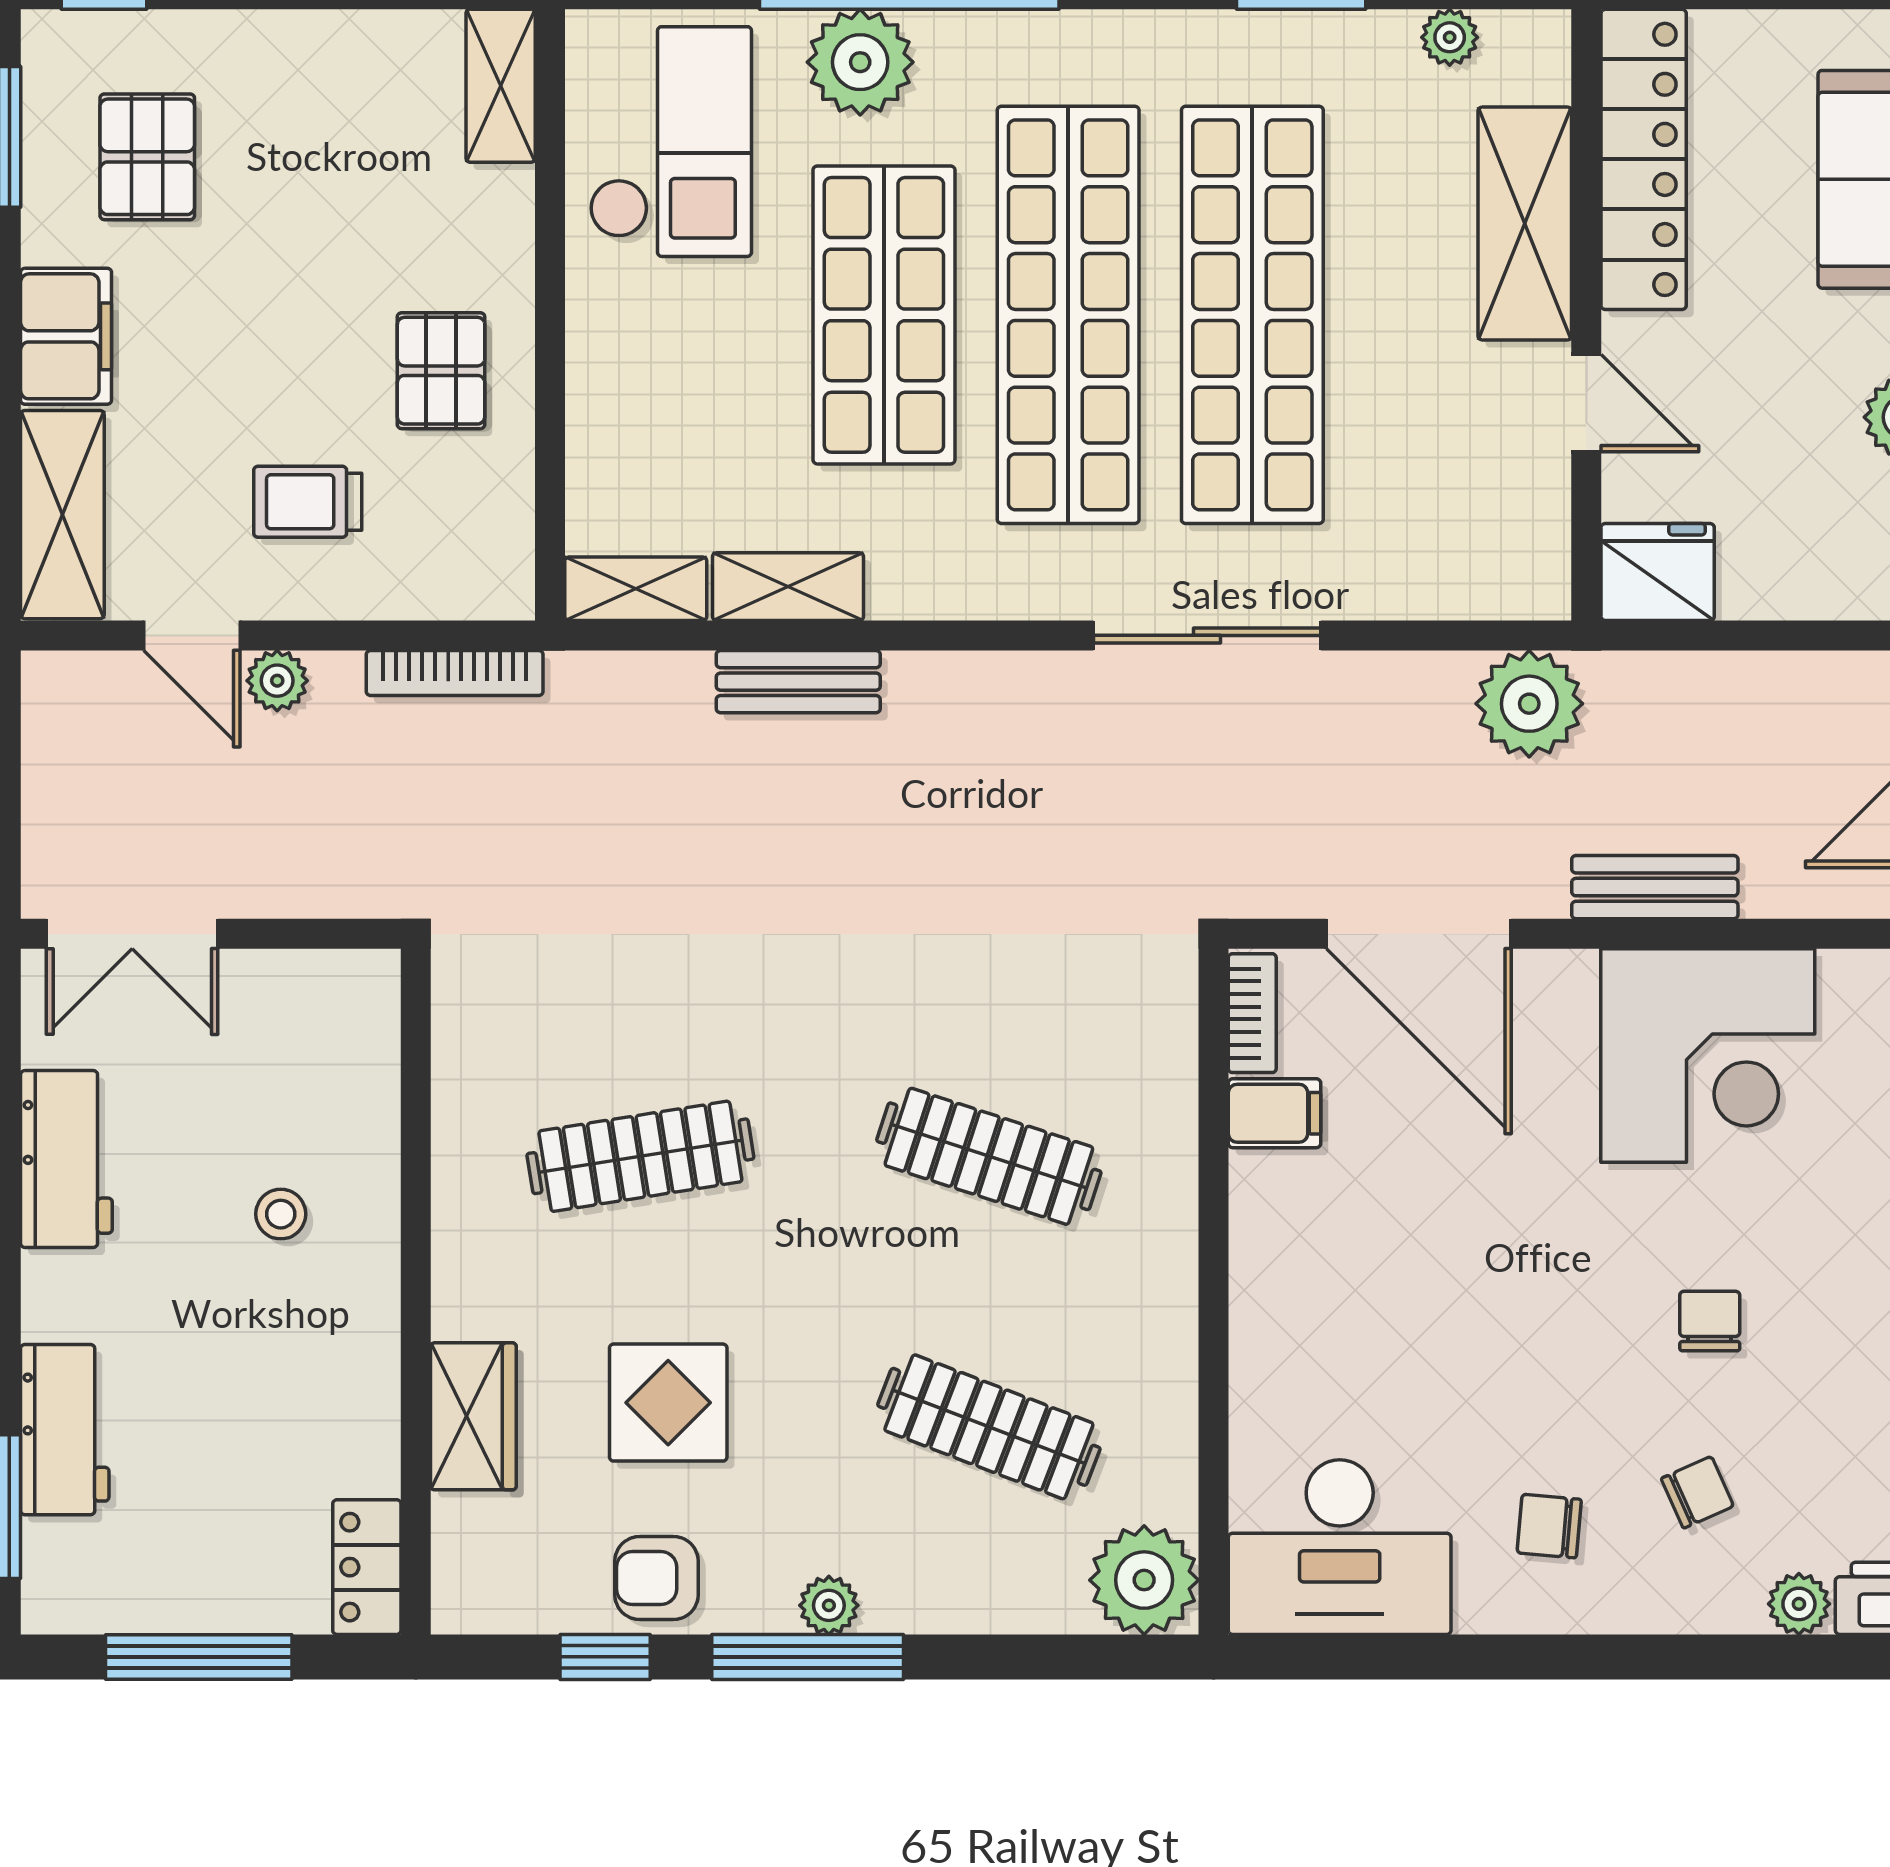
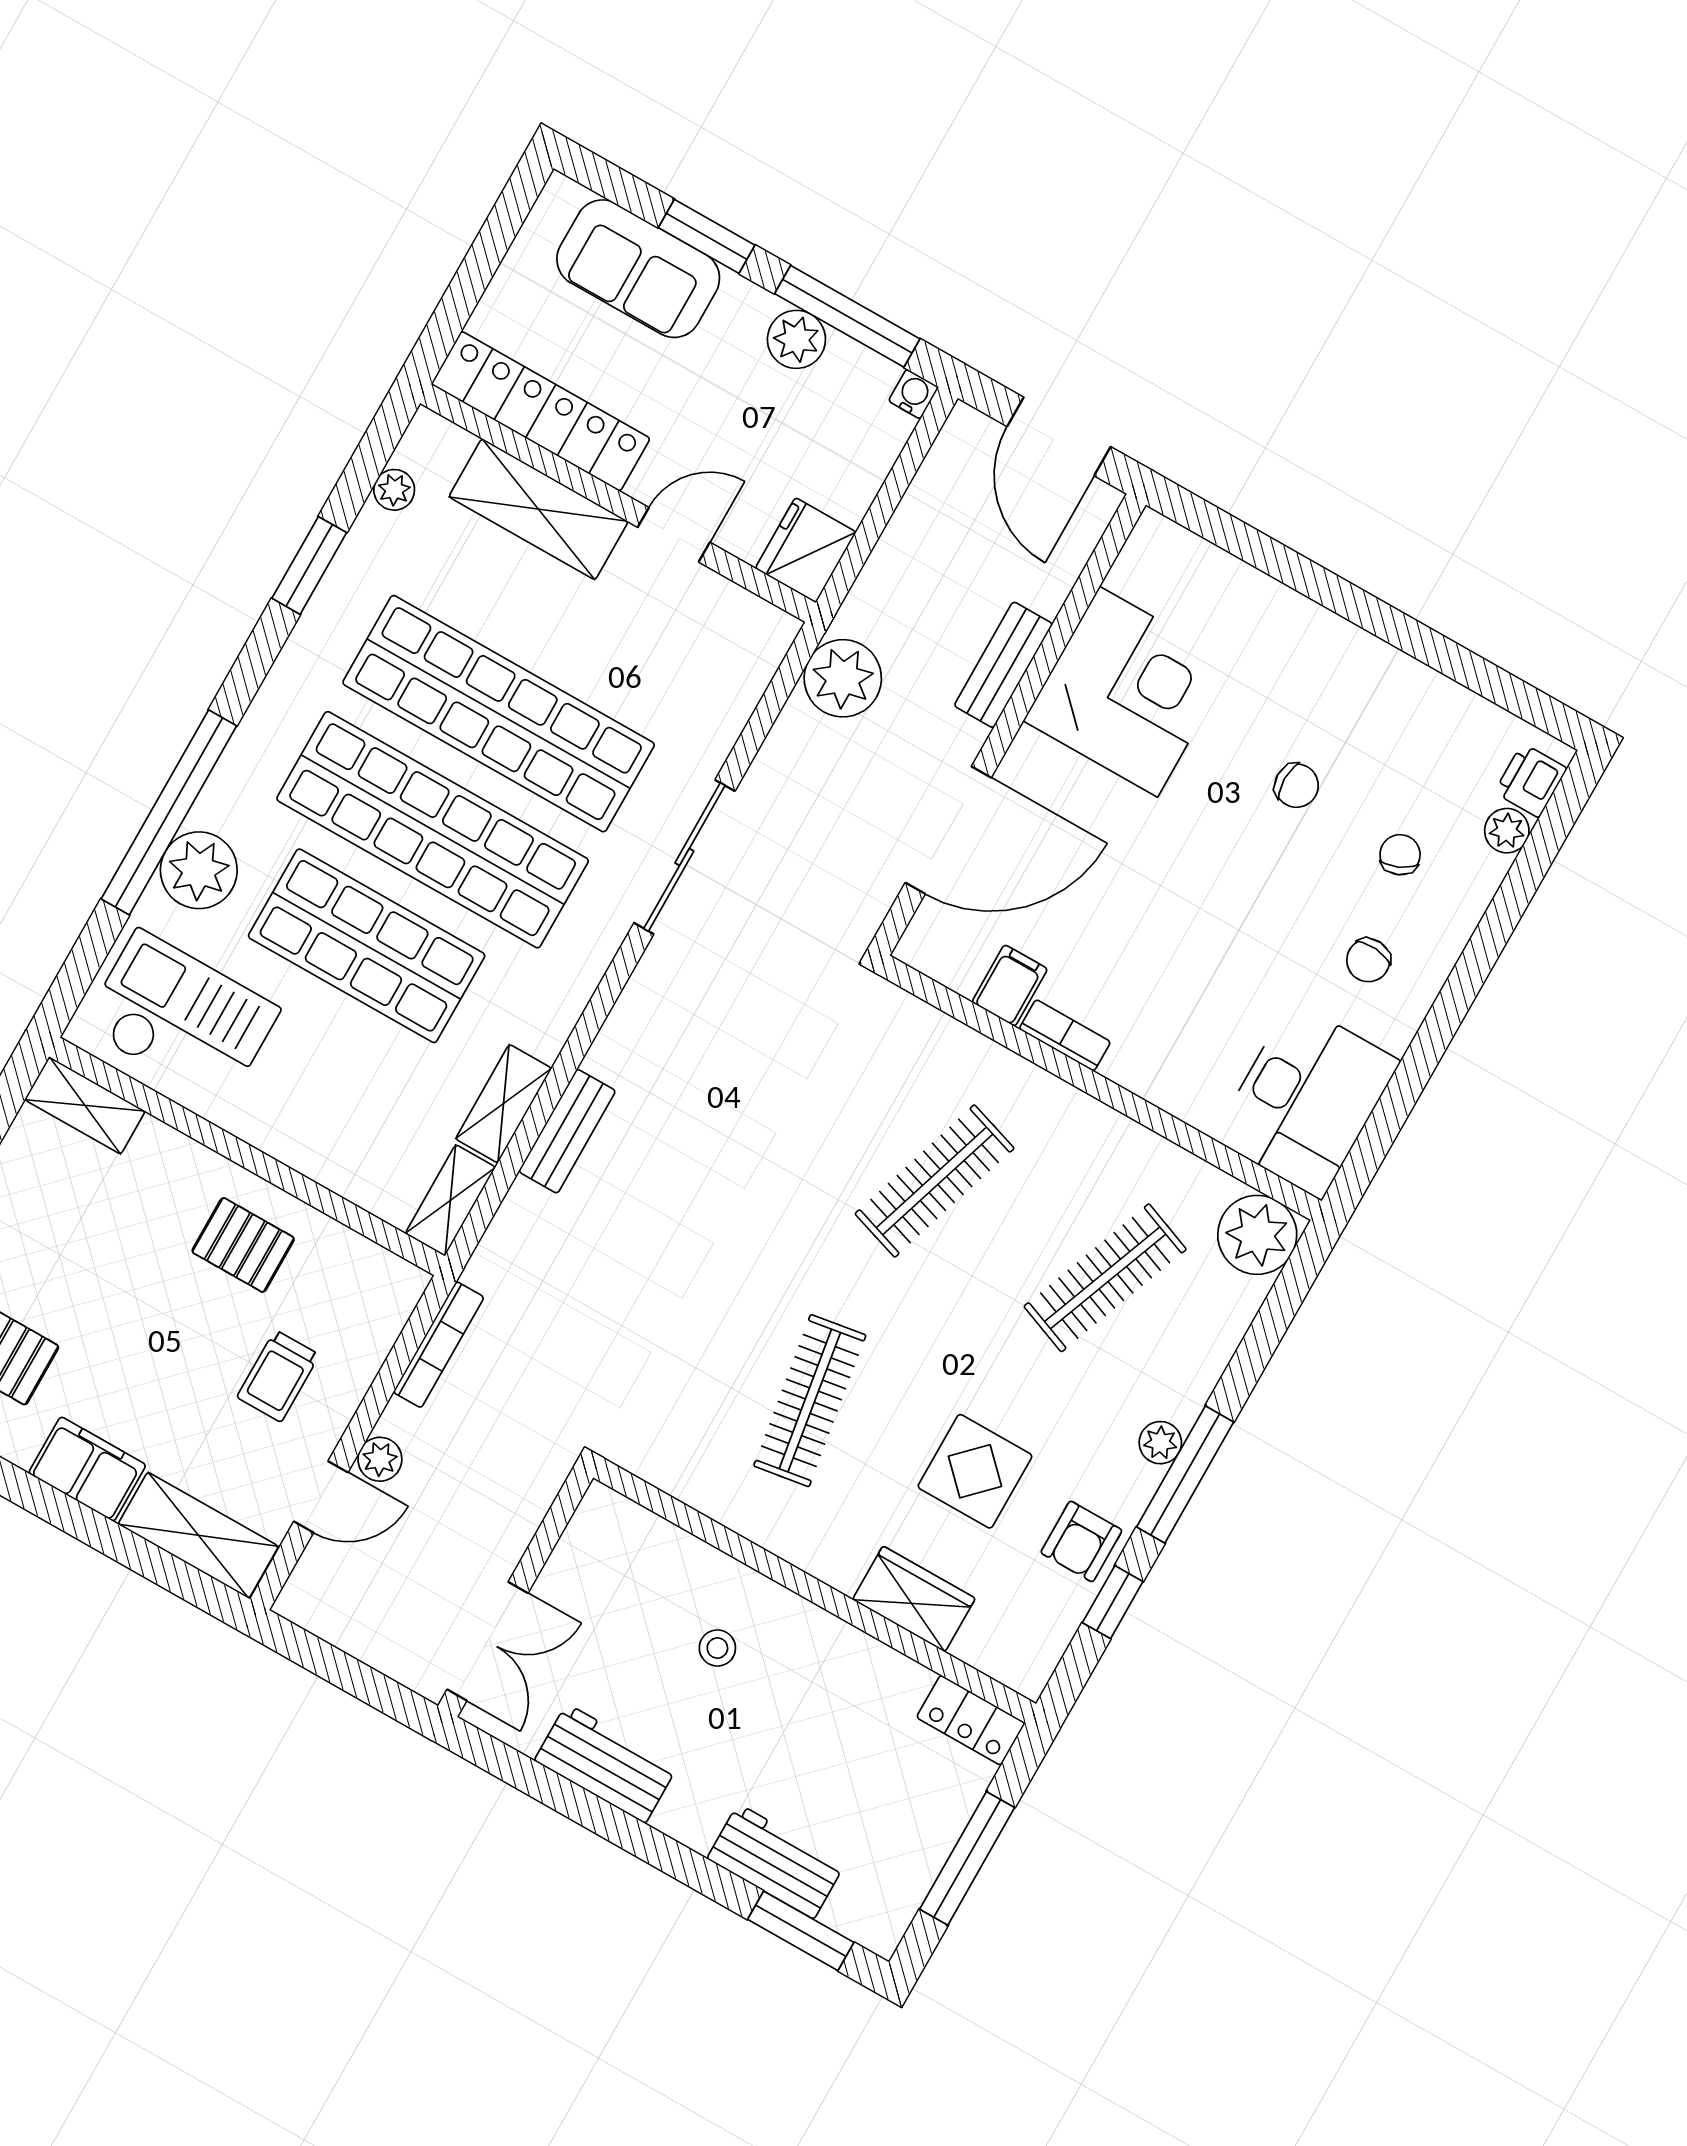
bookcase: (1252, 1013) -> (1065, 1035), moved
chair: (1710, 1321) -> (1297, 786), turned 180

